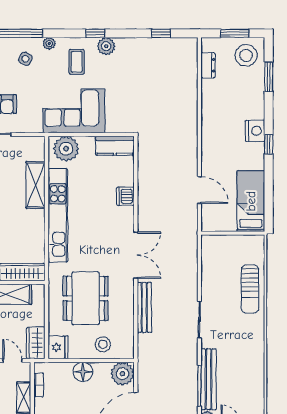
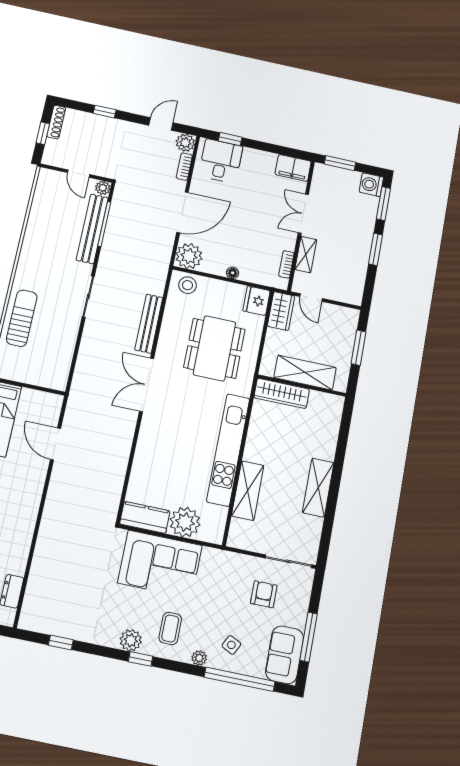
corner sofa: (74, 111) -> (160, 564), moved
plant: (66, 149) -> (185, 522), moved
dishwasher: (125, 196) -> (144, 455), removed
stool: (103, 344) -> (188, 285), moved
floor lamp: (83, 372) -> (233, 273), width x0.53, depth x0.53

